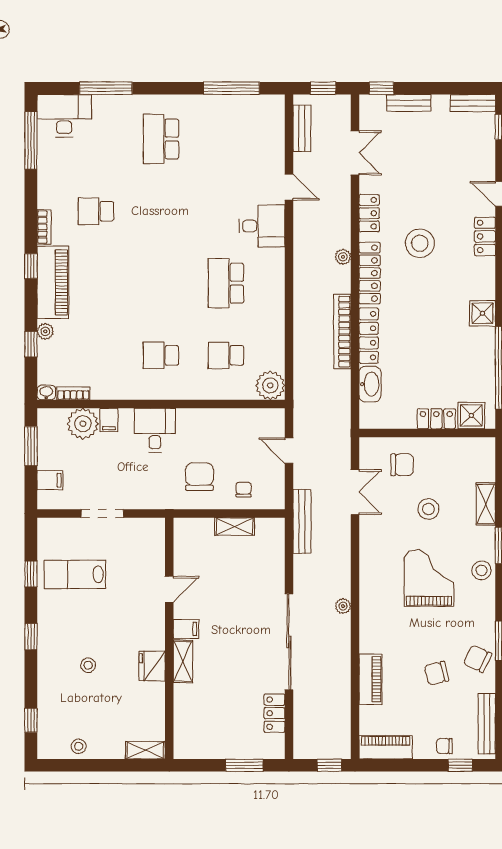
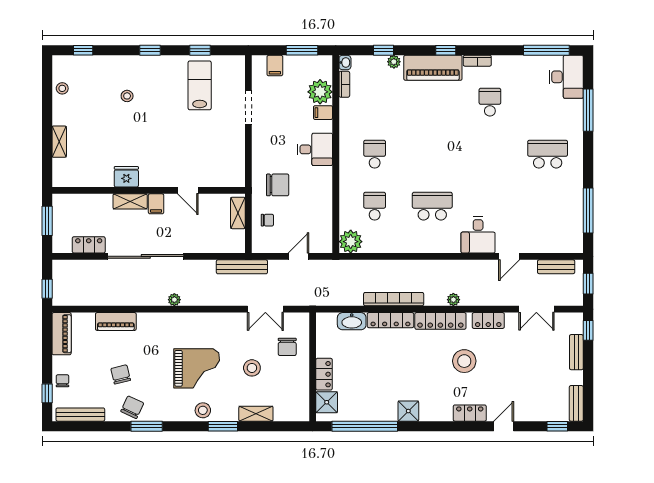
door: (169, 589) -> (188, 190), moved
filing cabinet: (186, 629) -> (156, 204), moved
wall: (169, 638) -> (149, 190), moved
shelving: (183, 661) -> (130, 201), moved
fridge: (152, 666) -> (126, 177), moved

